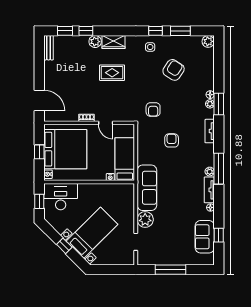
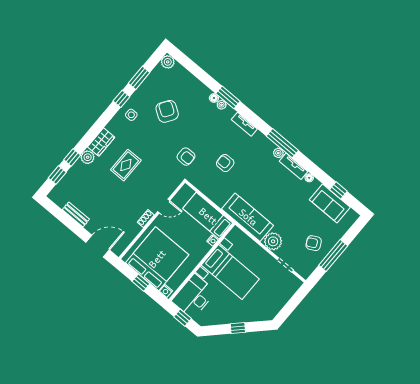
bench: (49, 48) -> (76, 214), moved
bed with nightstands: (92, 233) -> (230, 272), moved, turned 135
armchair: (168, 249) -> (314, 243), added

